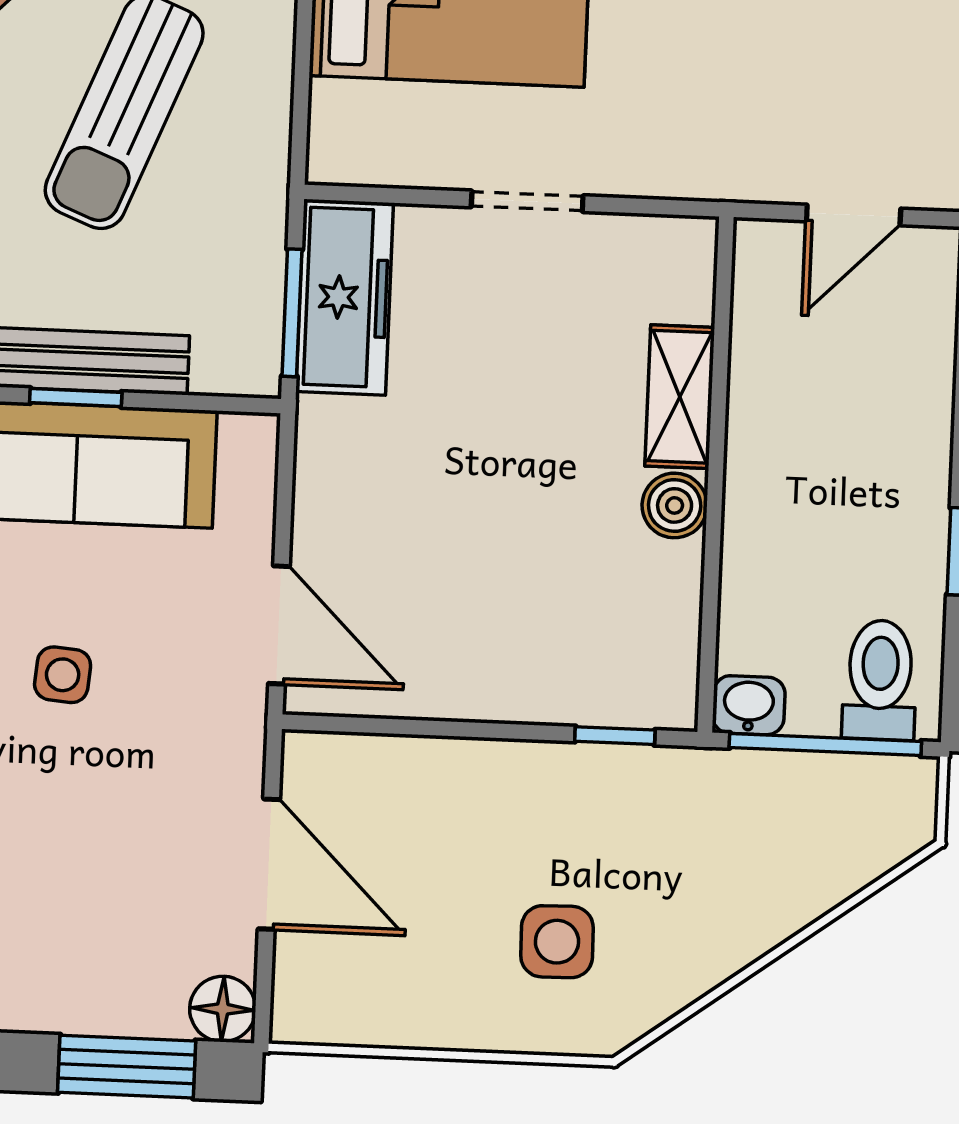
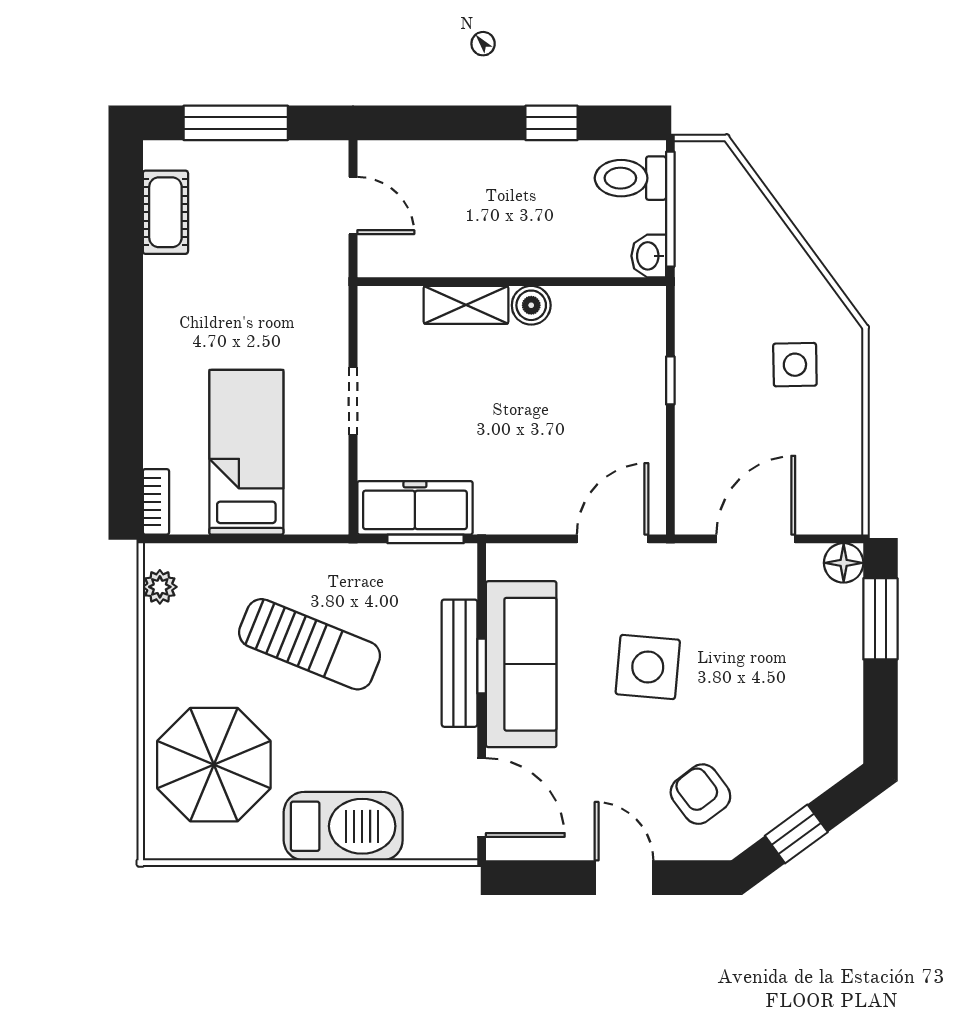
side table: (63, 675) -> (648, 667), width x1.87, depth x1.87
window: (615, 736) -> (670, 380), moved

